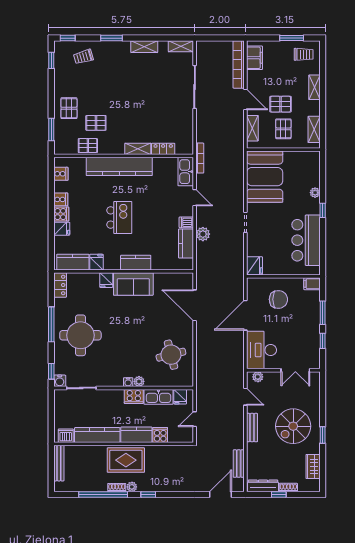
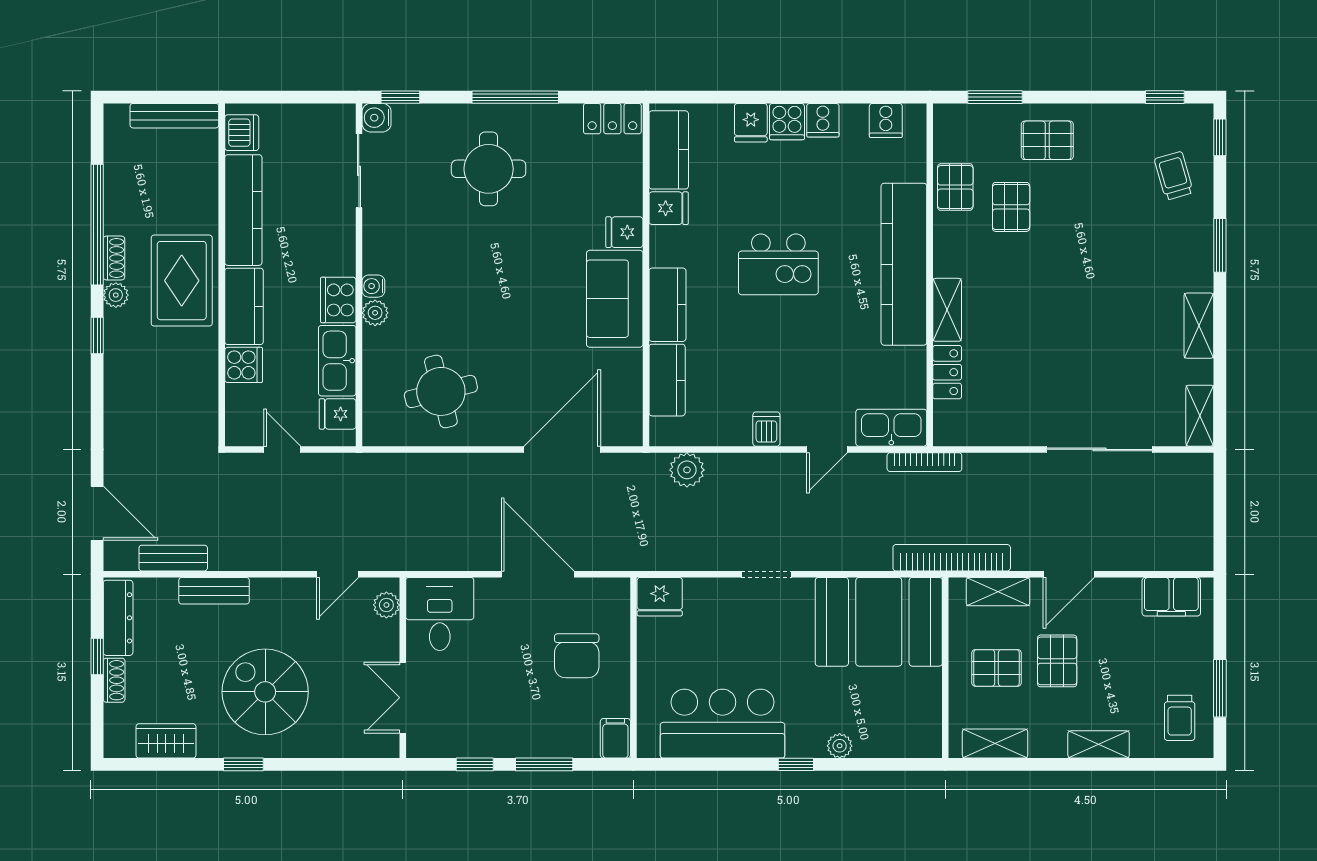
bookcase: (239, 64) -> (952, 558), moved
plant: (203, 234) -> (687, 470), moved
kitchen counter: (186, 243) -> (667, 380), moved, turned 90
round table: (80, 335) -> (489, 169), width x0.73, depth x0.73
desk: (261, 350) -> (440, 614), width x0.73
bench: (252, 428) -> (214, 591), moved

